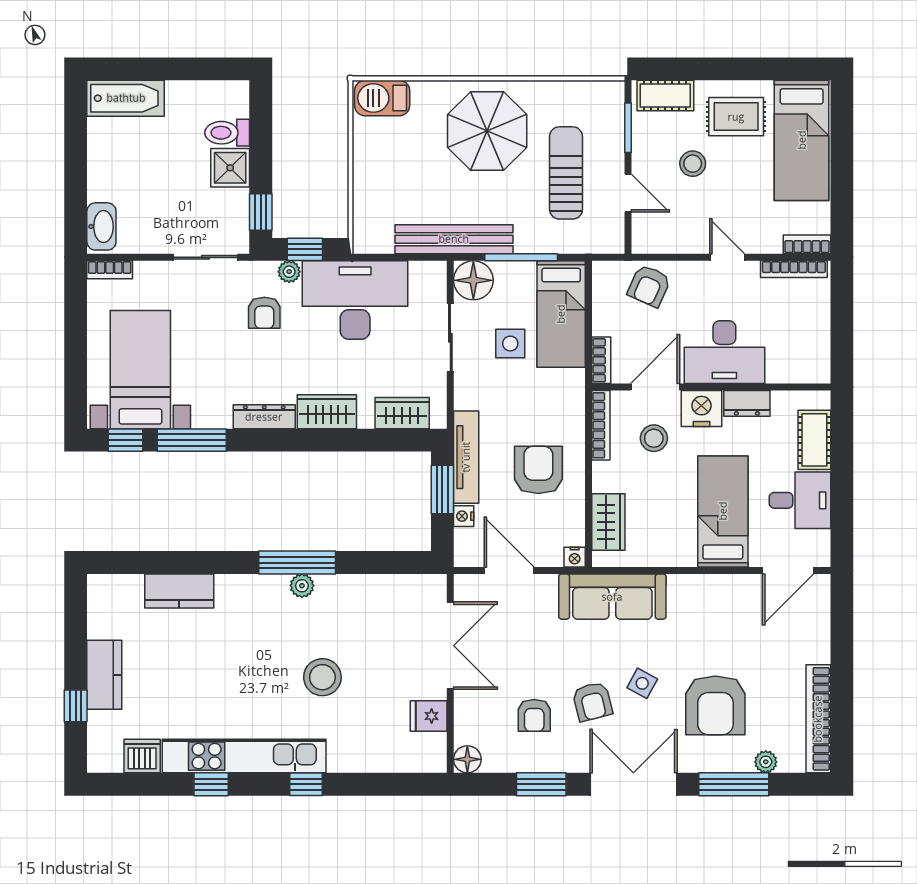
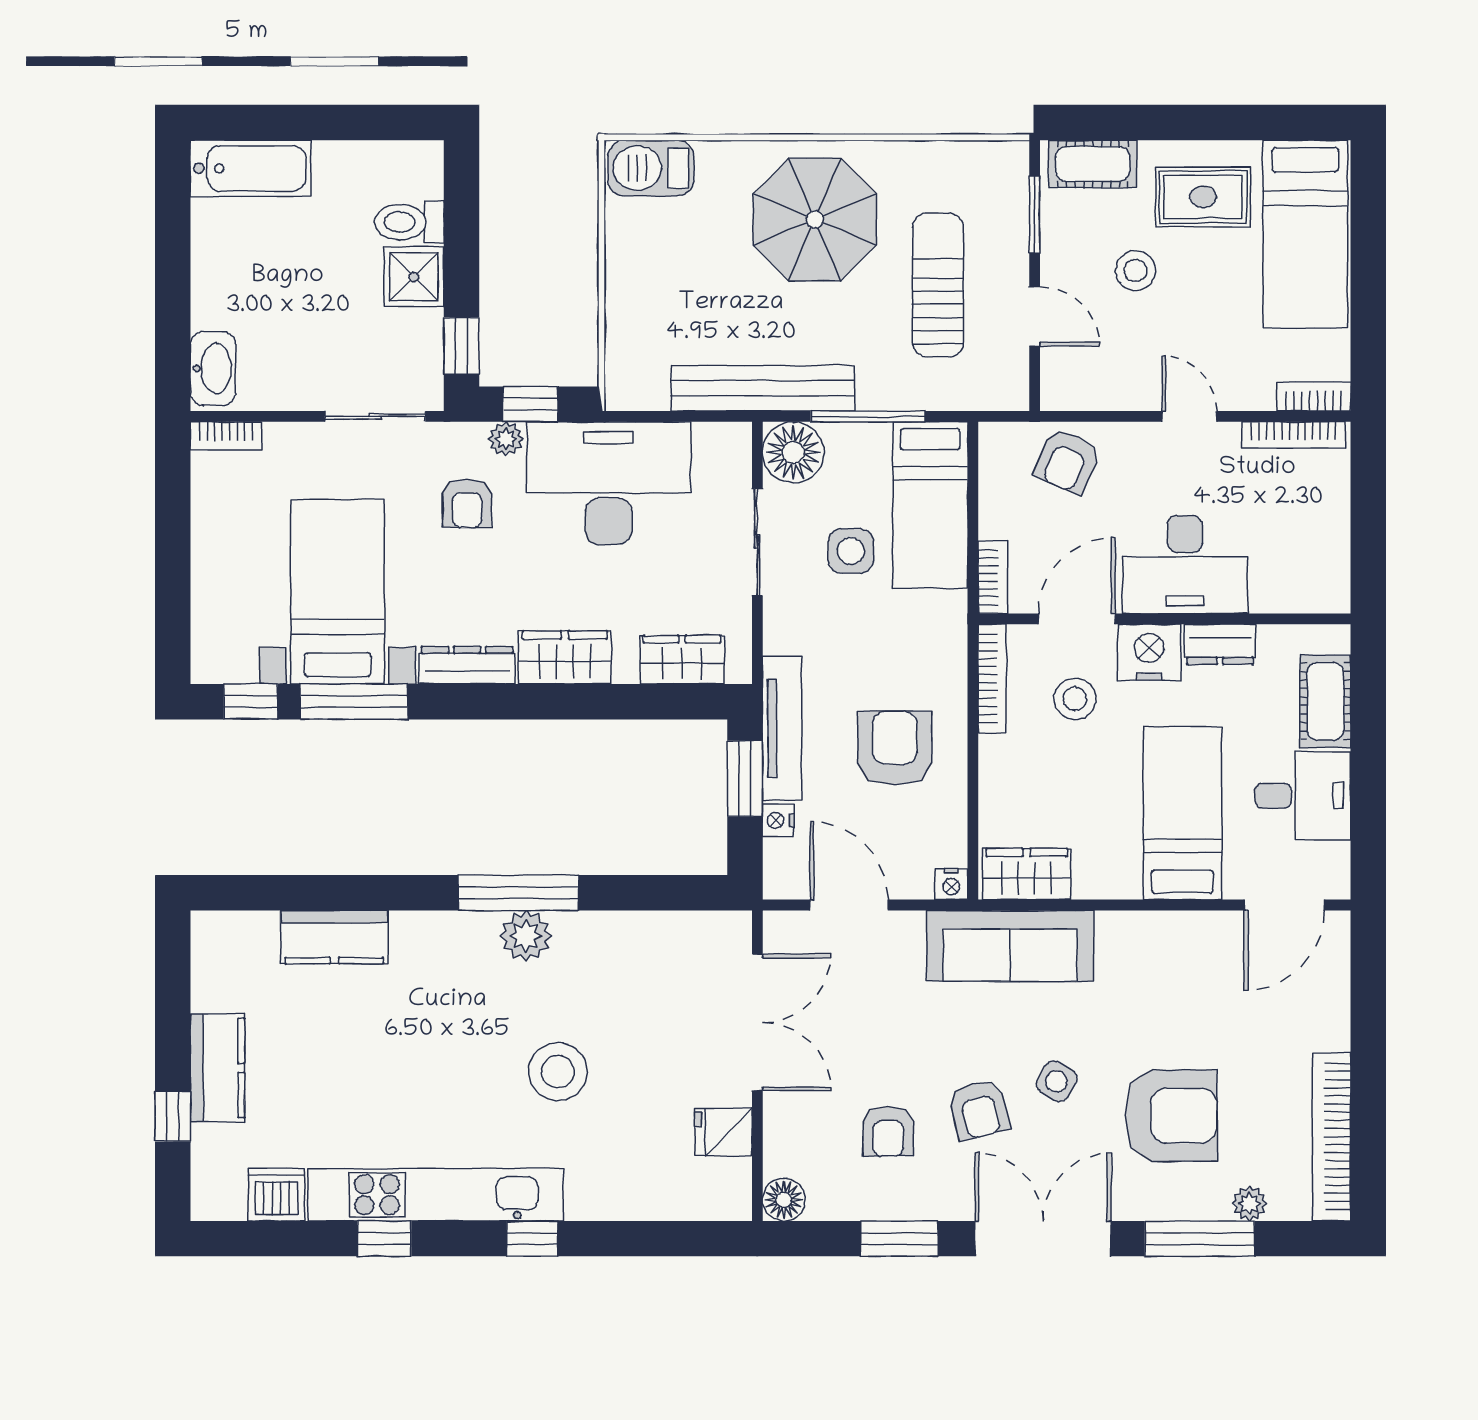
bed with nightstands: (140, 370) -> (337, 592), moved
wardrobe: (608, 522) -> (1027, 874), moved, turned -90
plant: (302, 586) -> (526, 936), width x1.38, depth x1.38
armchair: (715, 705) -> (1171, 1116), turned -90

